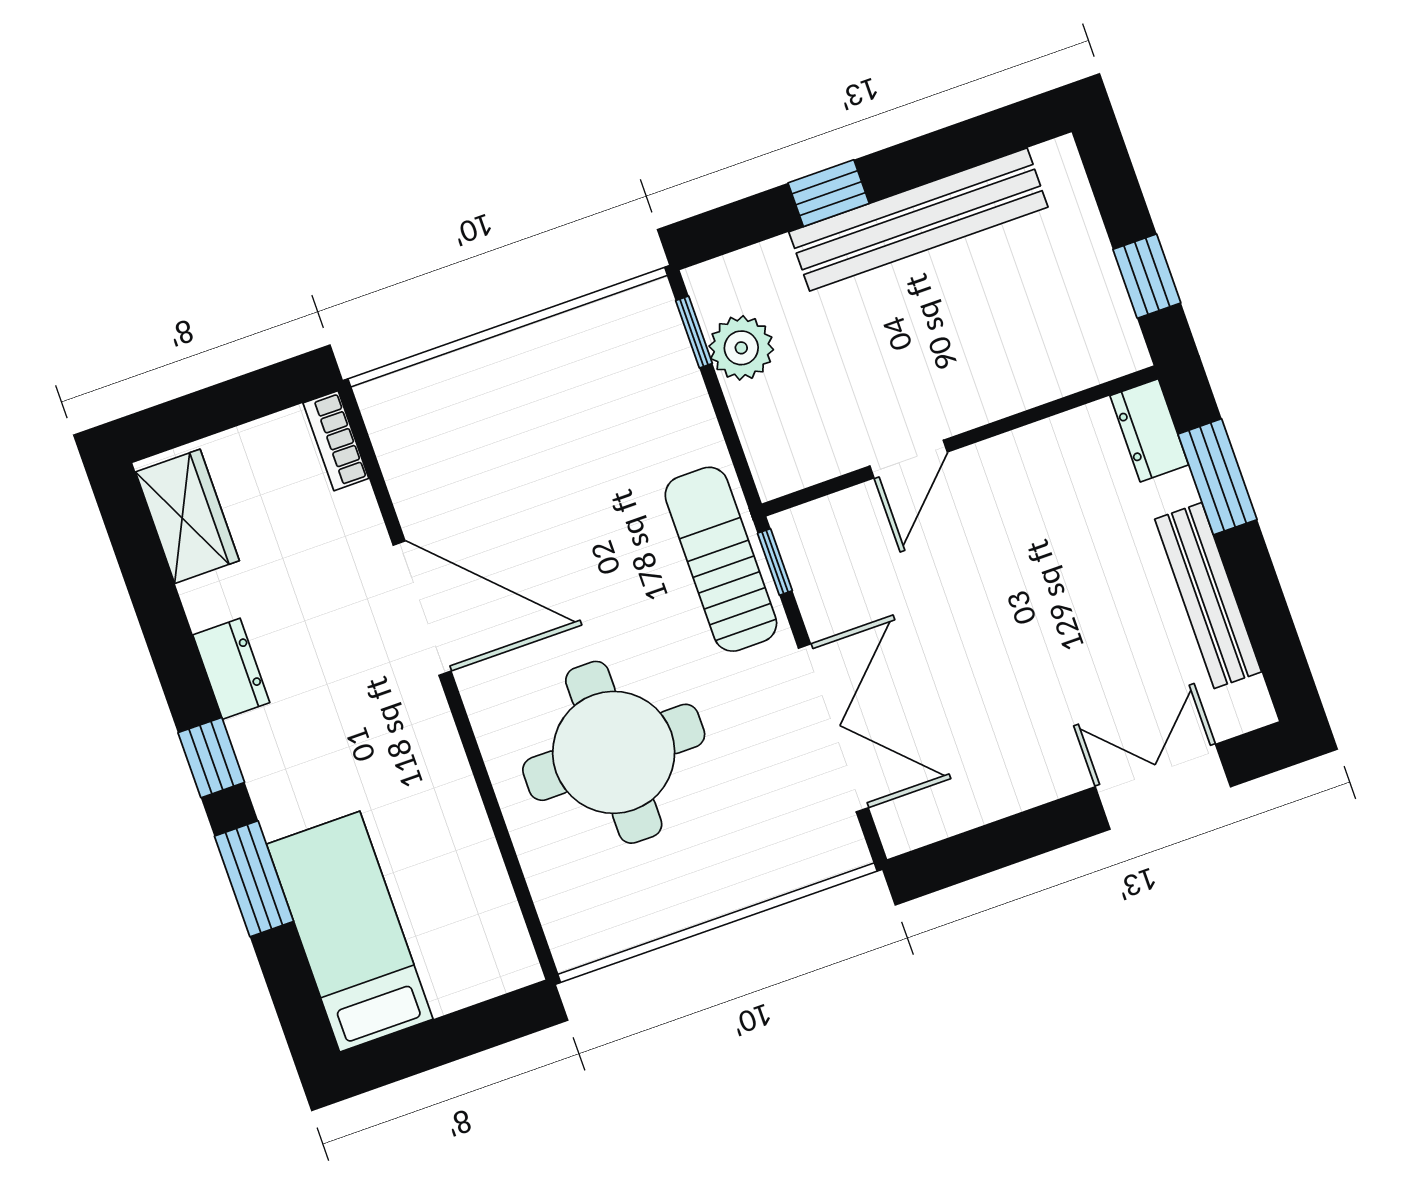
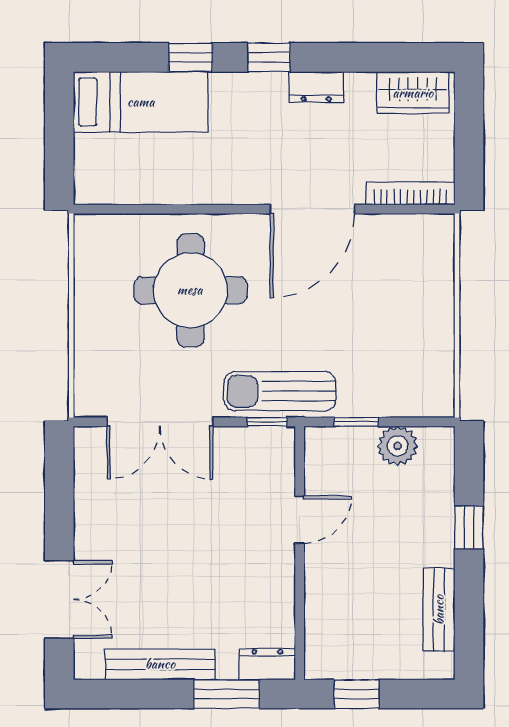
bench: (918, 220) -> (439, 610), width x0.54, depth x0.82
window: (694, 332) -> (356, 422), moved
bookcase: (336, 441) -> (410, 193), width x1.56
door: (909, 459) -> (300, 520), swing flipped
sun lounger: (721, 559) -> (280, 391), turned 180
window: (254, 879) -> (191, 57), width x0.67

